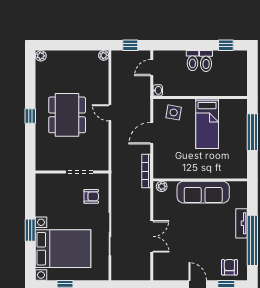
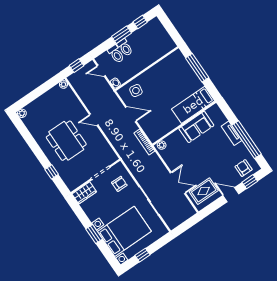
window: (198, 45) -> (122, 35), added
toilet: (206, 61) -> (116, 54), moved
door: (152, 68) -> (101, 71), hinge flipped
window: (30, 116) -> (52, 172), moved
bed: (207, 124) -> (193, 105), moved, turned 90
door: (152, 133) -> (131, 114), swing flipped
wardrobe: (49, 181) -> (84, 193), added
sofa: (203, 192) -> (196, 127), width x0.73
rug: (173, 263) -> (204, 191), added

